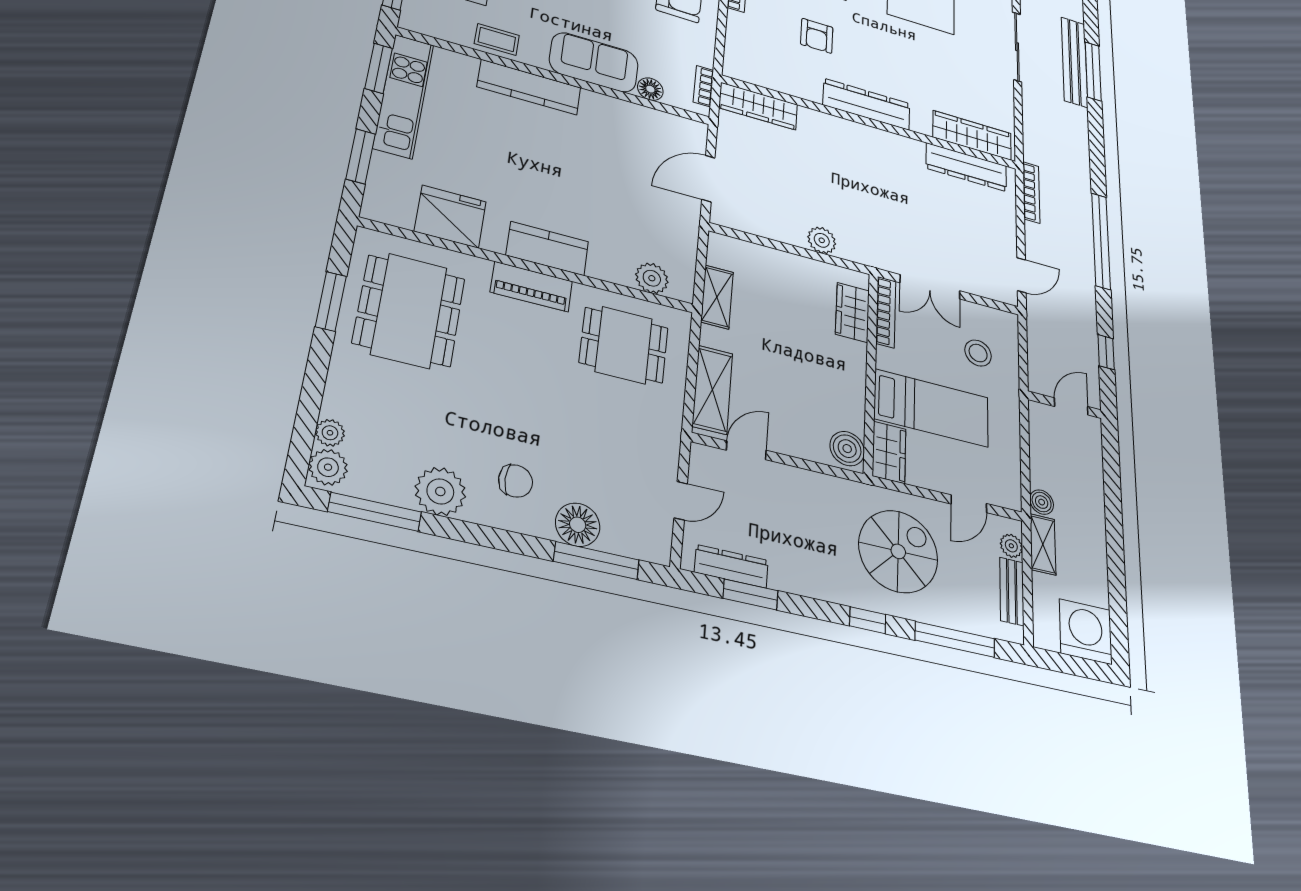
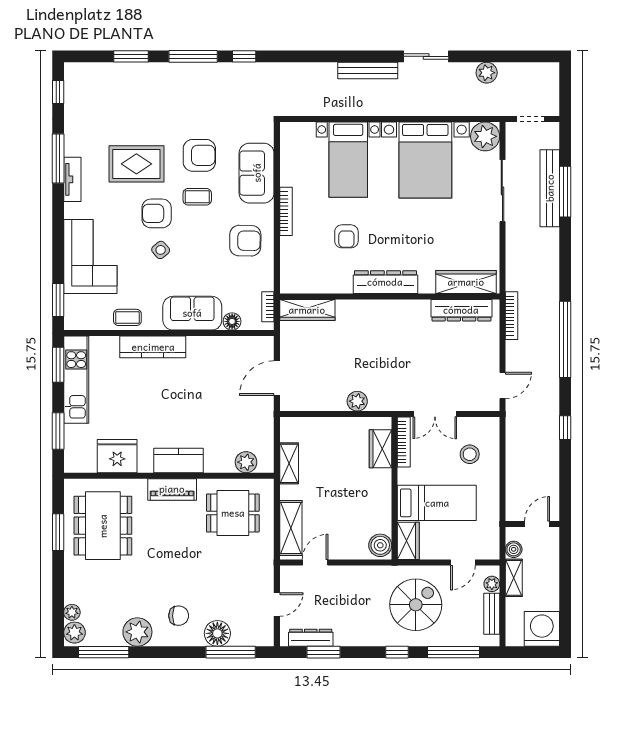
wall: (1065, 405) -> (532, 524), moved
door: (1071, 406) -> (537, 524), moved

